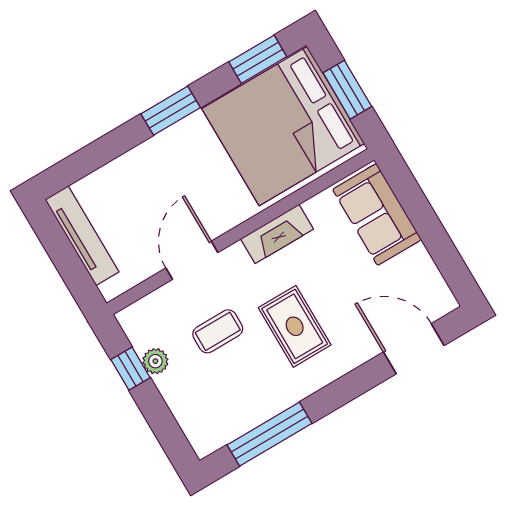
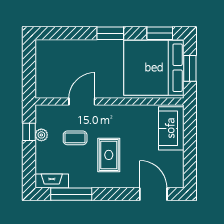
fireplace: (277, 234) -> (52, 181), moved, turned 180
tv unit: (82, 236) -> (42, 64), removed

